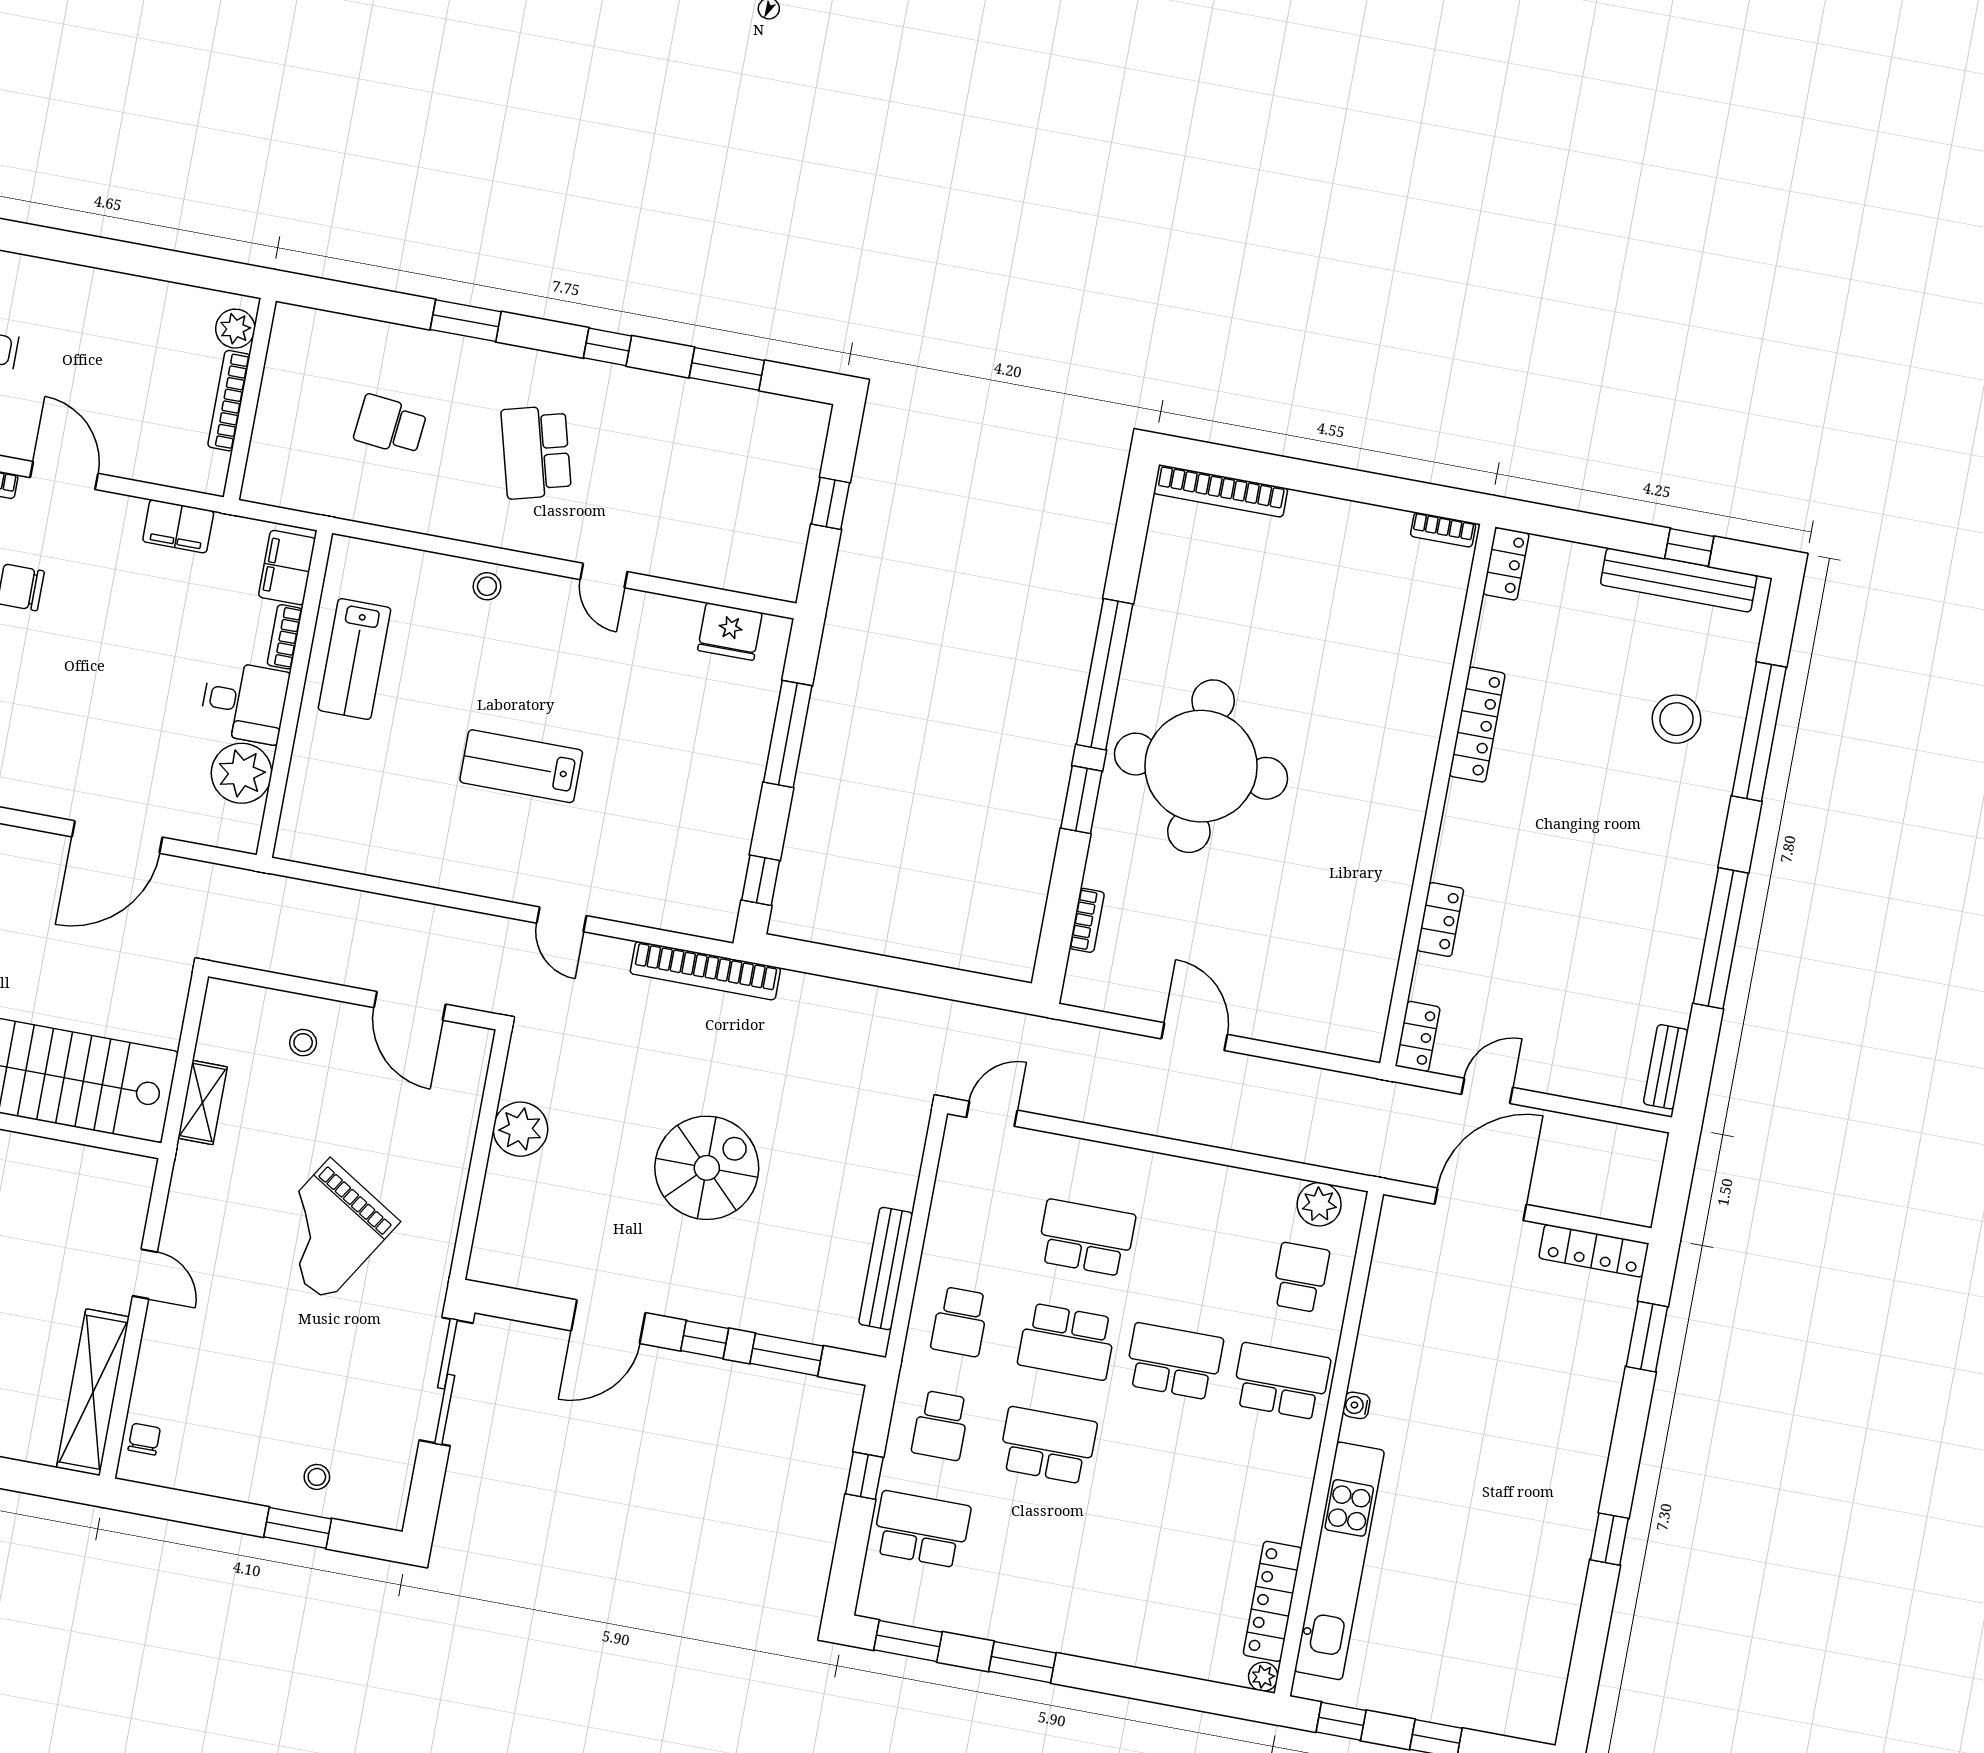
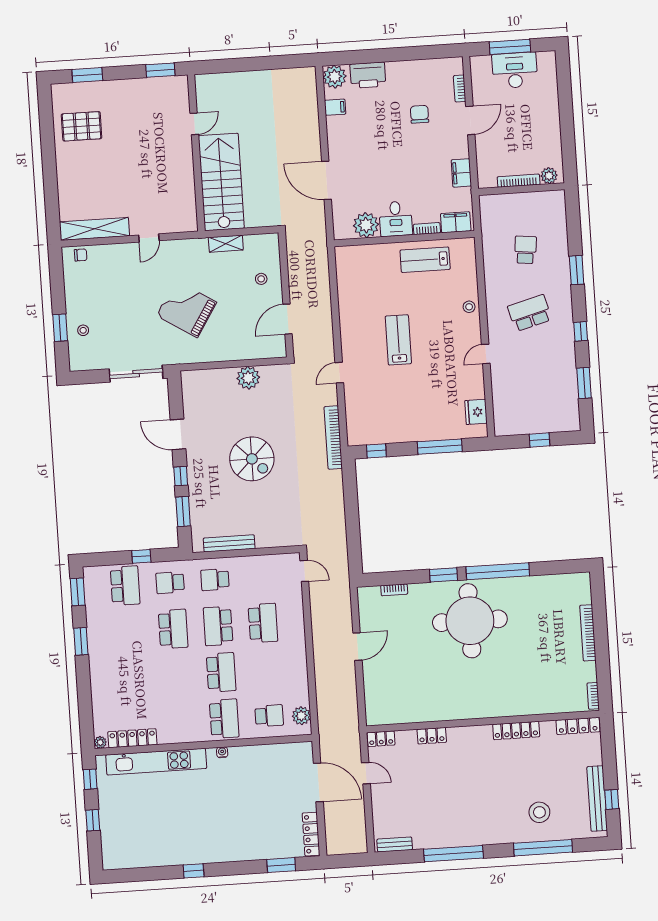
bookcase: (1221, 491) -> (588, 633), moved
locker: (1506, 564) -> (578, 726), width x1.53

